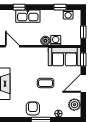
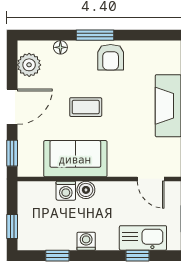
washing machine: (68, 14) -> (86, 241), moved
kitchen sink: (28, 16) -> (143, 238), moved
window: (83, 32) -> (12, 227), moved
sofa: (64, 57) -> (75, 159), moved

